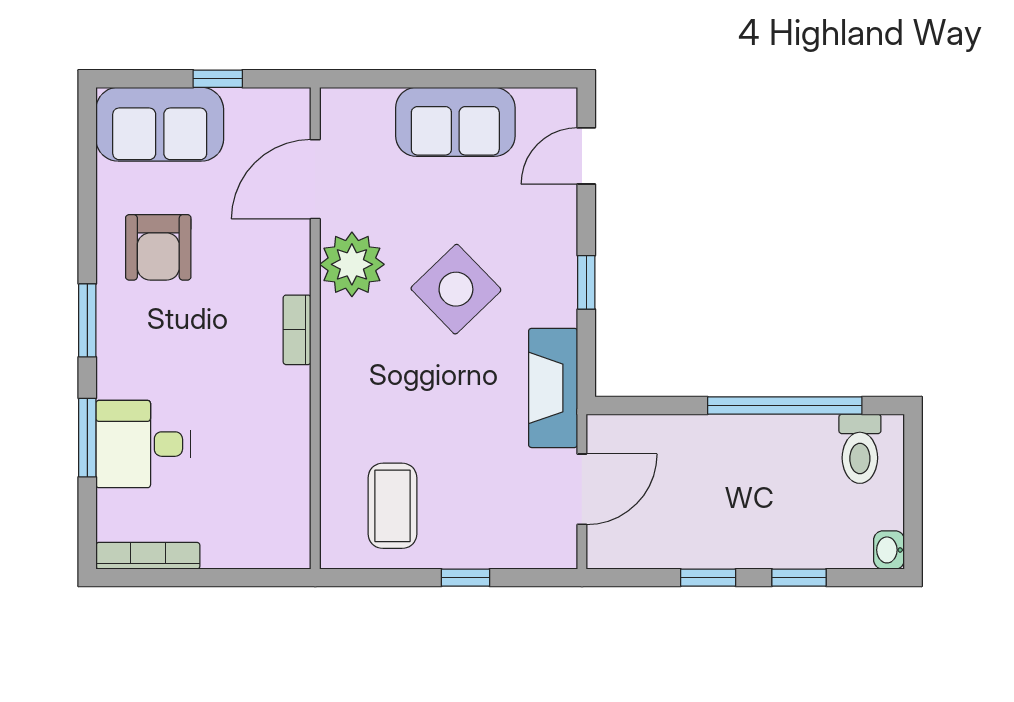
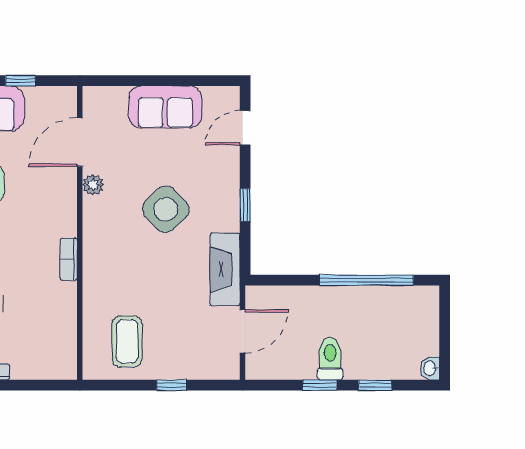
plant: (352, 264) -> (93, 185), width x0.53, depth x0.53
bookcase: (297, 330) -> (69, 259), moved
toilet: (860, 449) -> (330, 359), moved, turned 180

